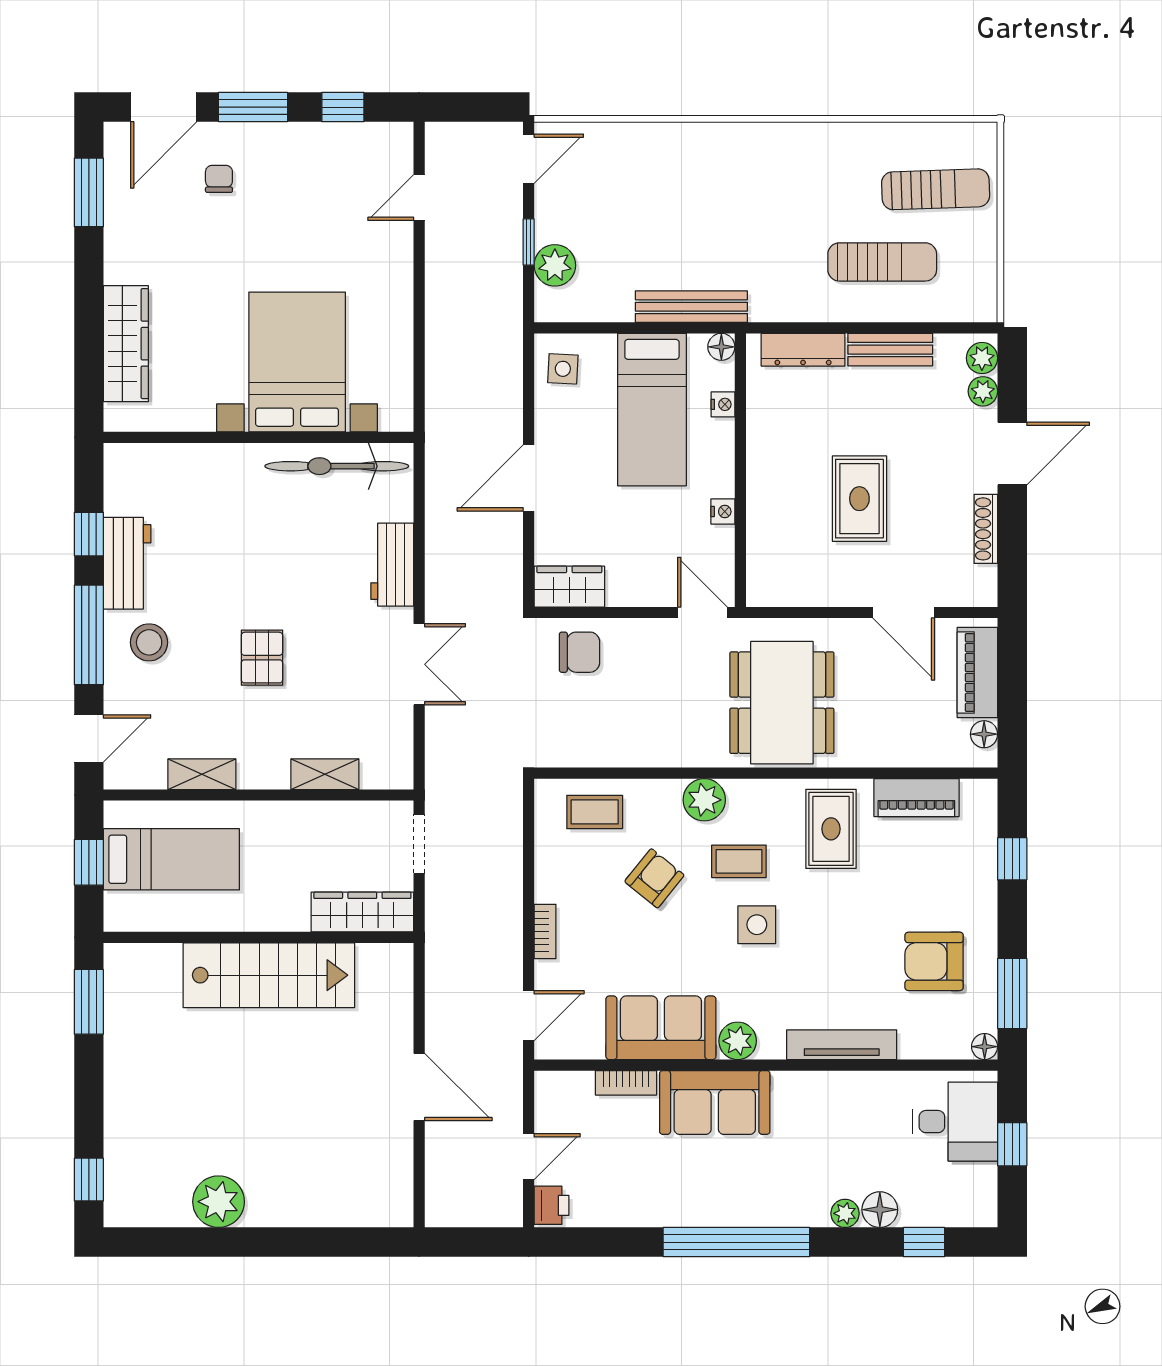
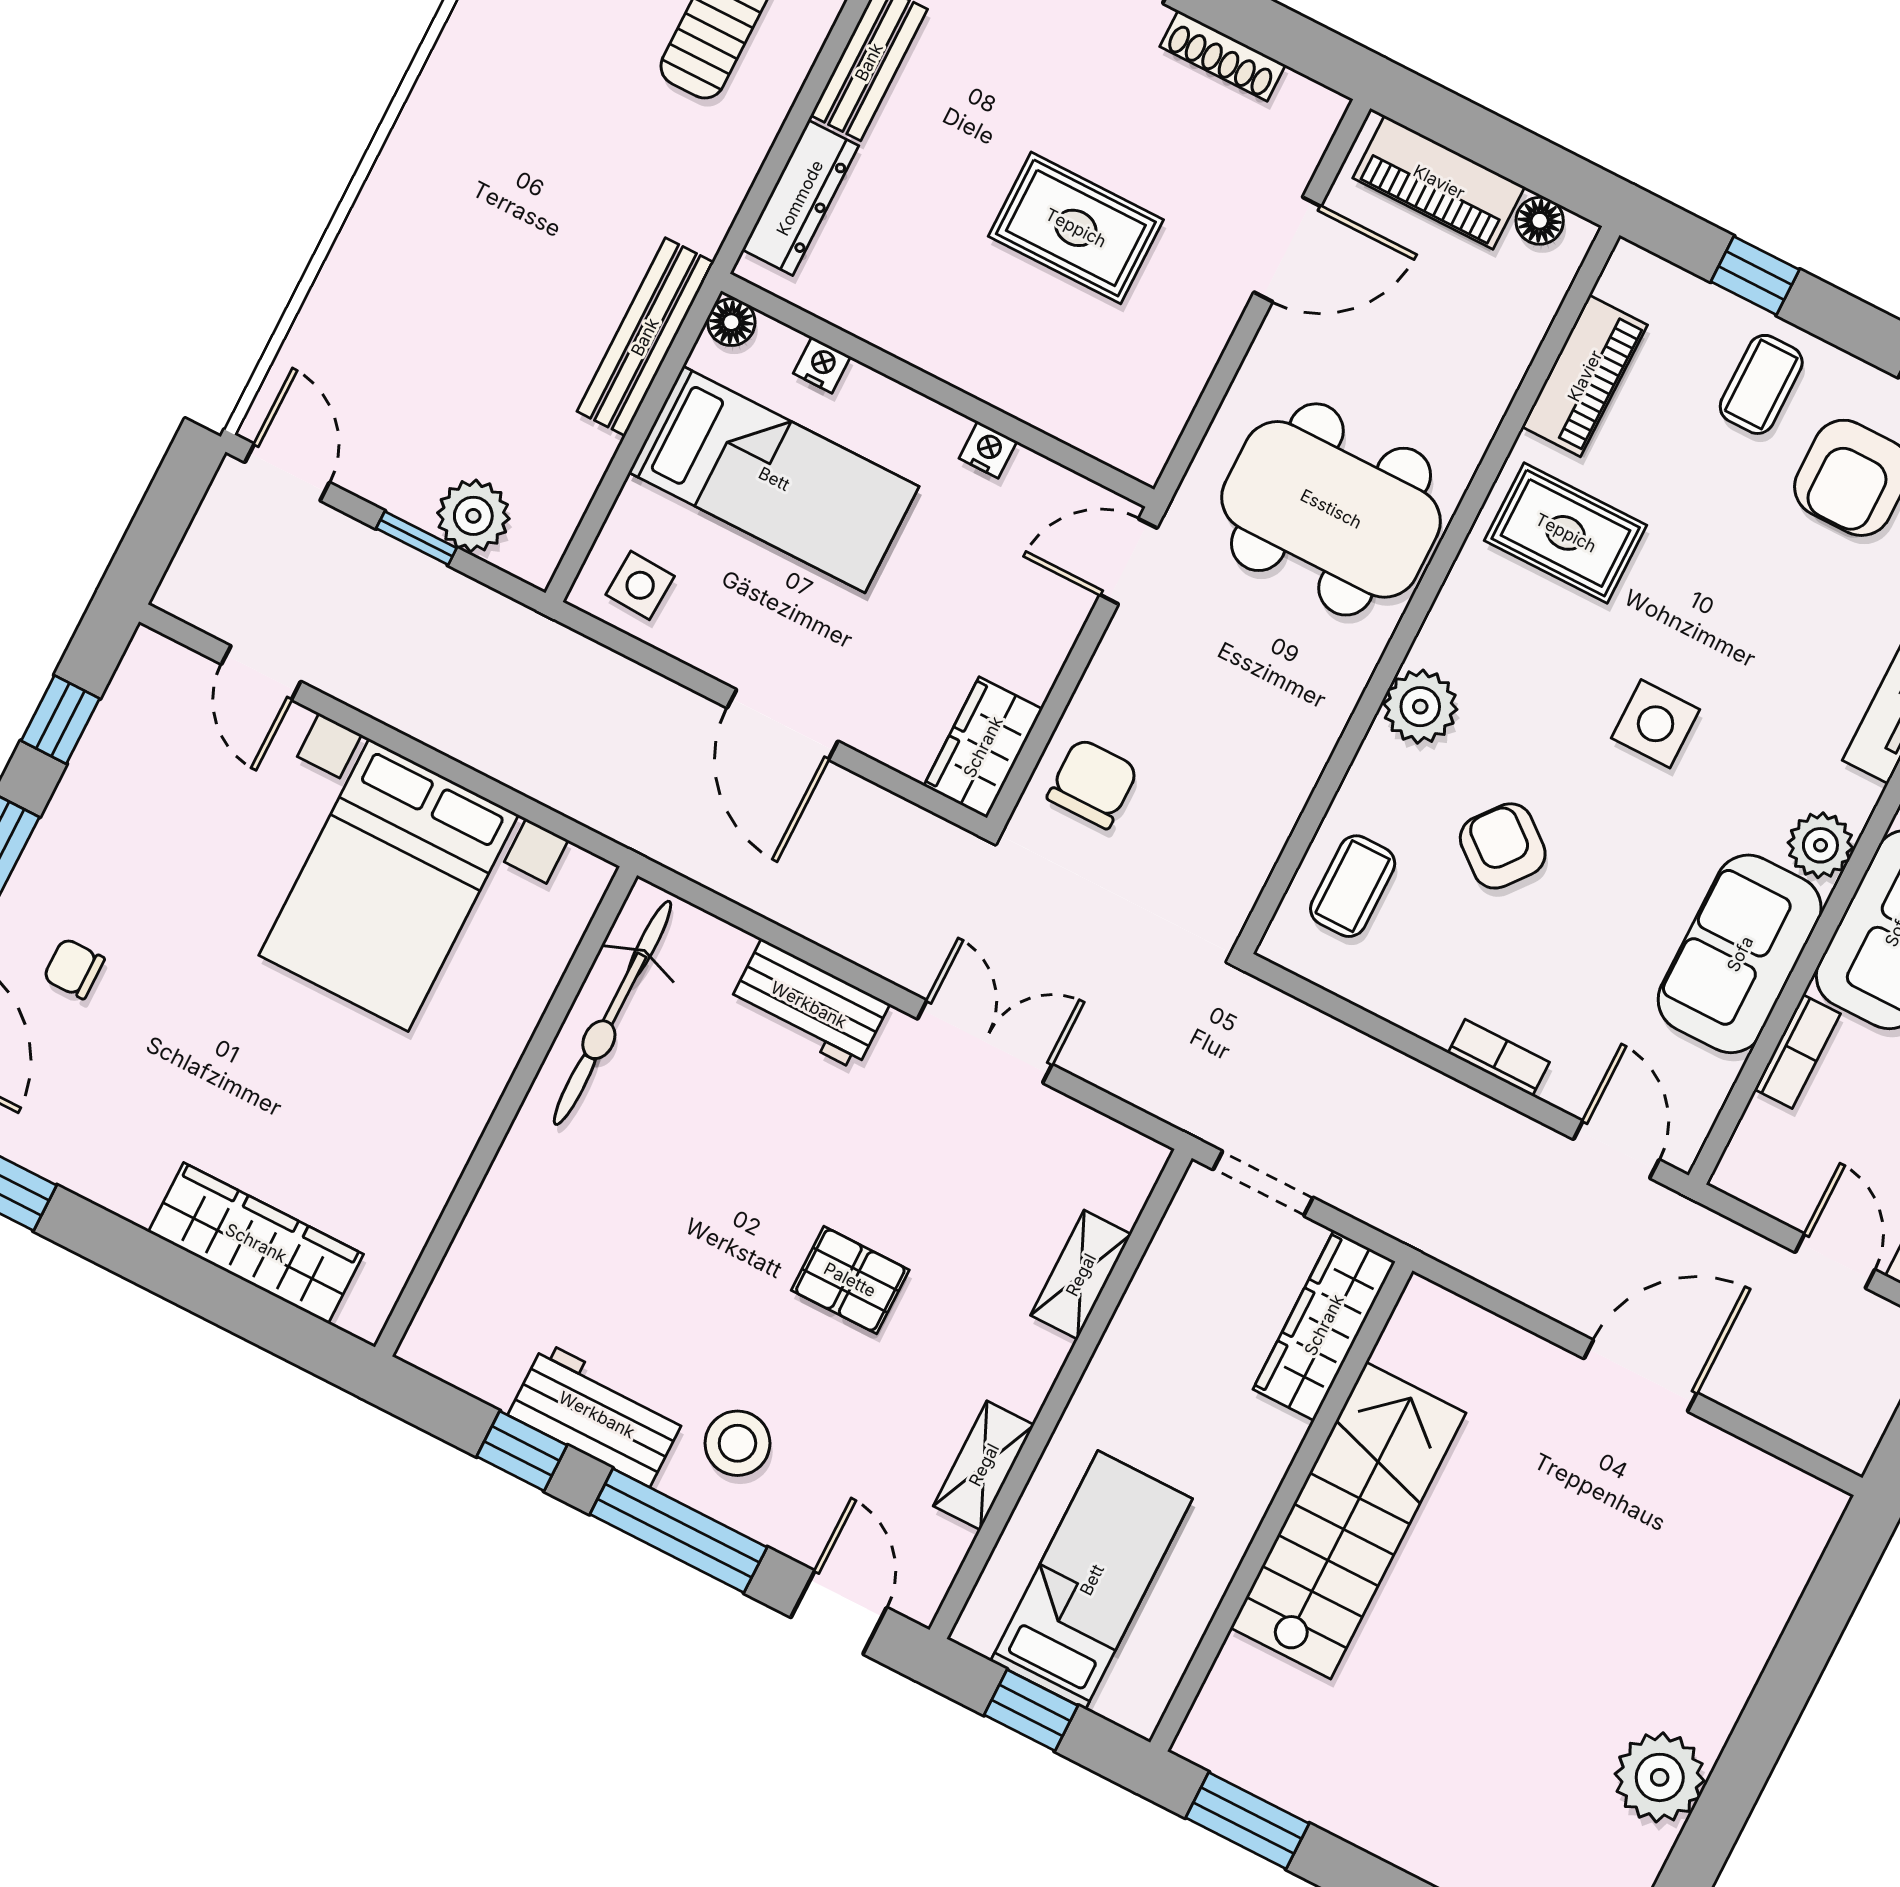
bed with nightstands: (297, 362) -> (389, 885), moved, turned -90
coffee table: (739, 861) -> (1761, 384), moved

